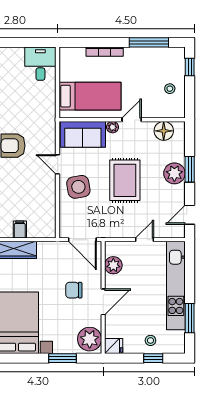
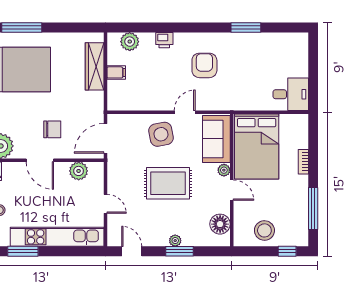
bookcase: (105, 52) -> (303, 162), width x0.64
stool: (170, 89) -> (264, 230), width x1.89, depth x1.89
bed: (90, 96) -> (257, 146), width x1.50
plant: (174, 173) -> (175, 241), width x0.53, depth x0.53
chair: (74, 290) -> (52, 129), turned 90

